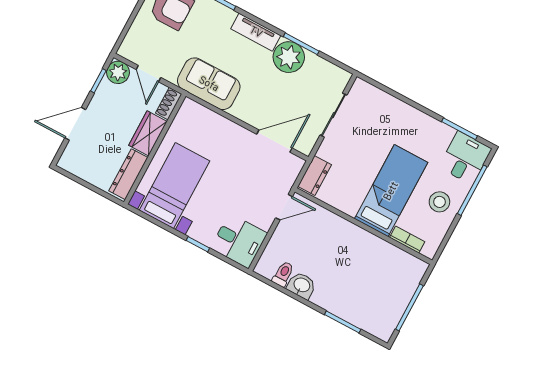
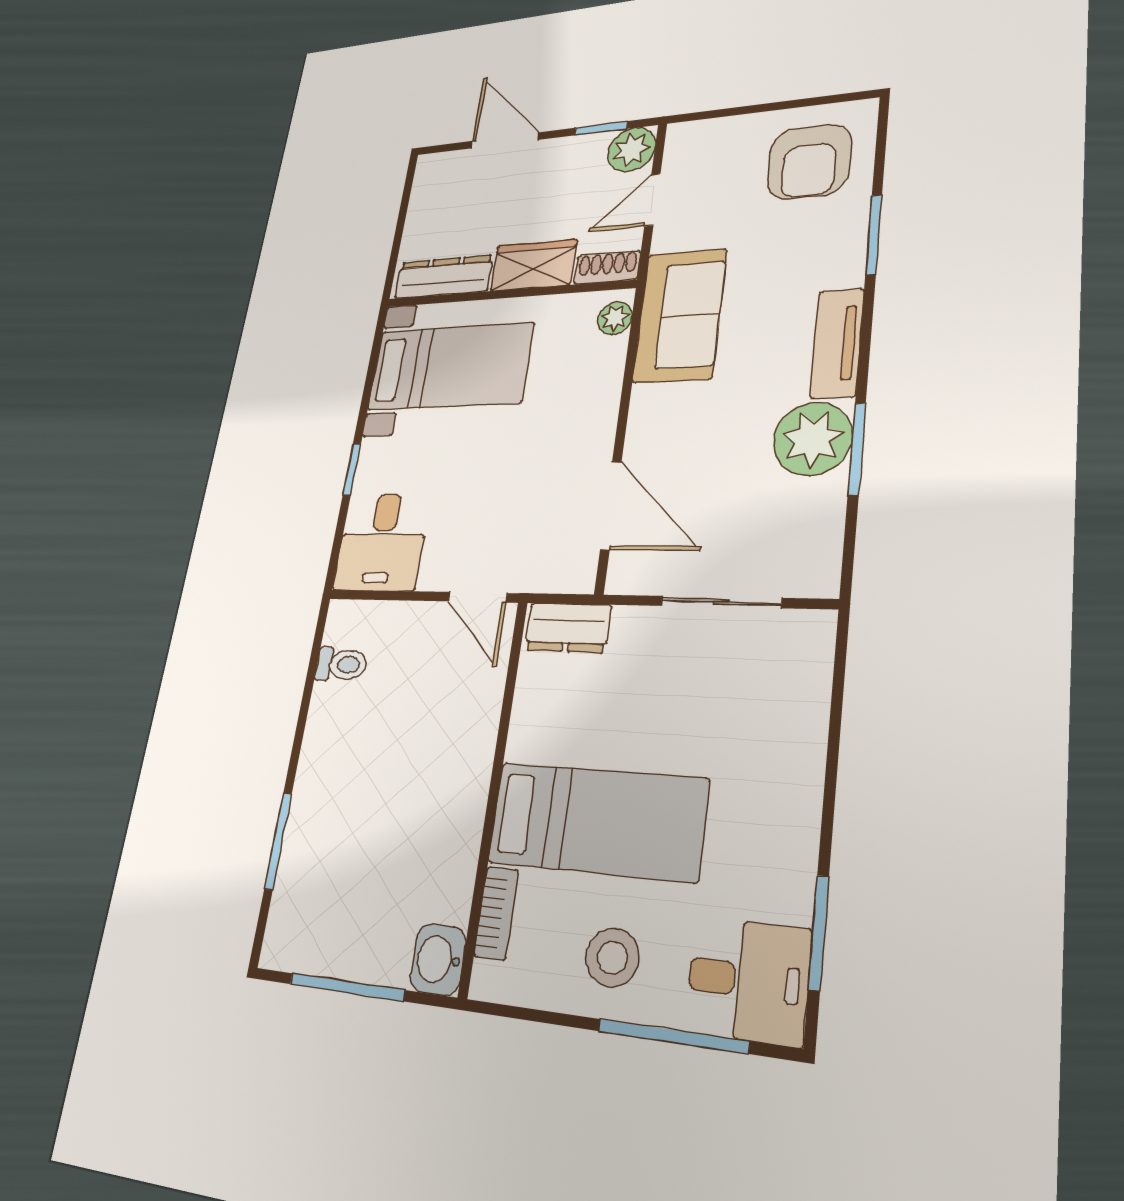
plant: (194, 109) -> (615, 318), added
washbasin: (302, 285) -> (438, 959), moved, turned 180

